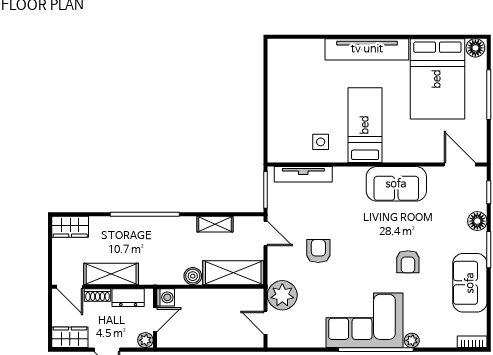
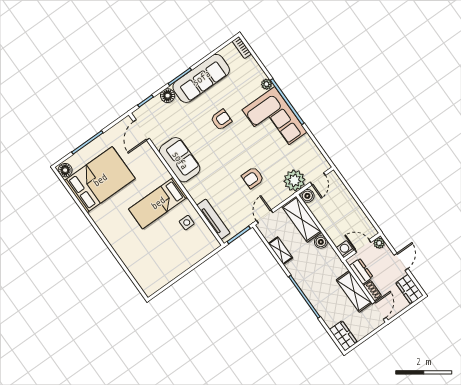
tv unit: (367, 49) -> (112, 234), removed
sofa: (470, 283) -> (201, 78), width x1.36
boiler: (255, 297) -> (307, 196), added

